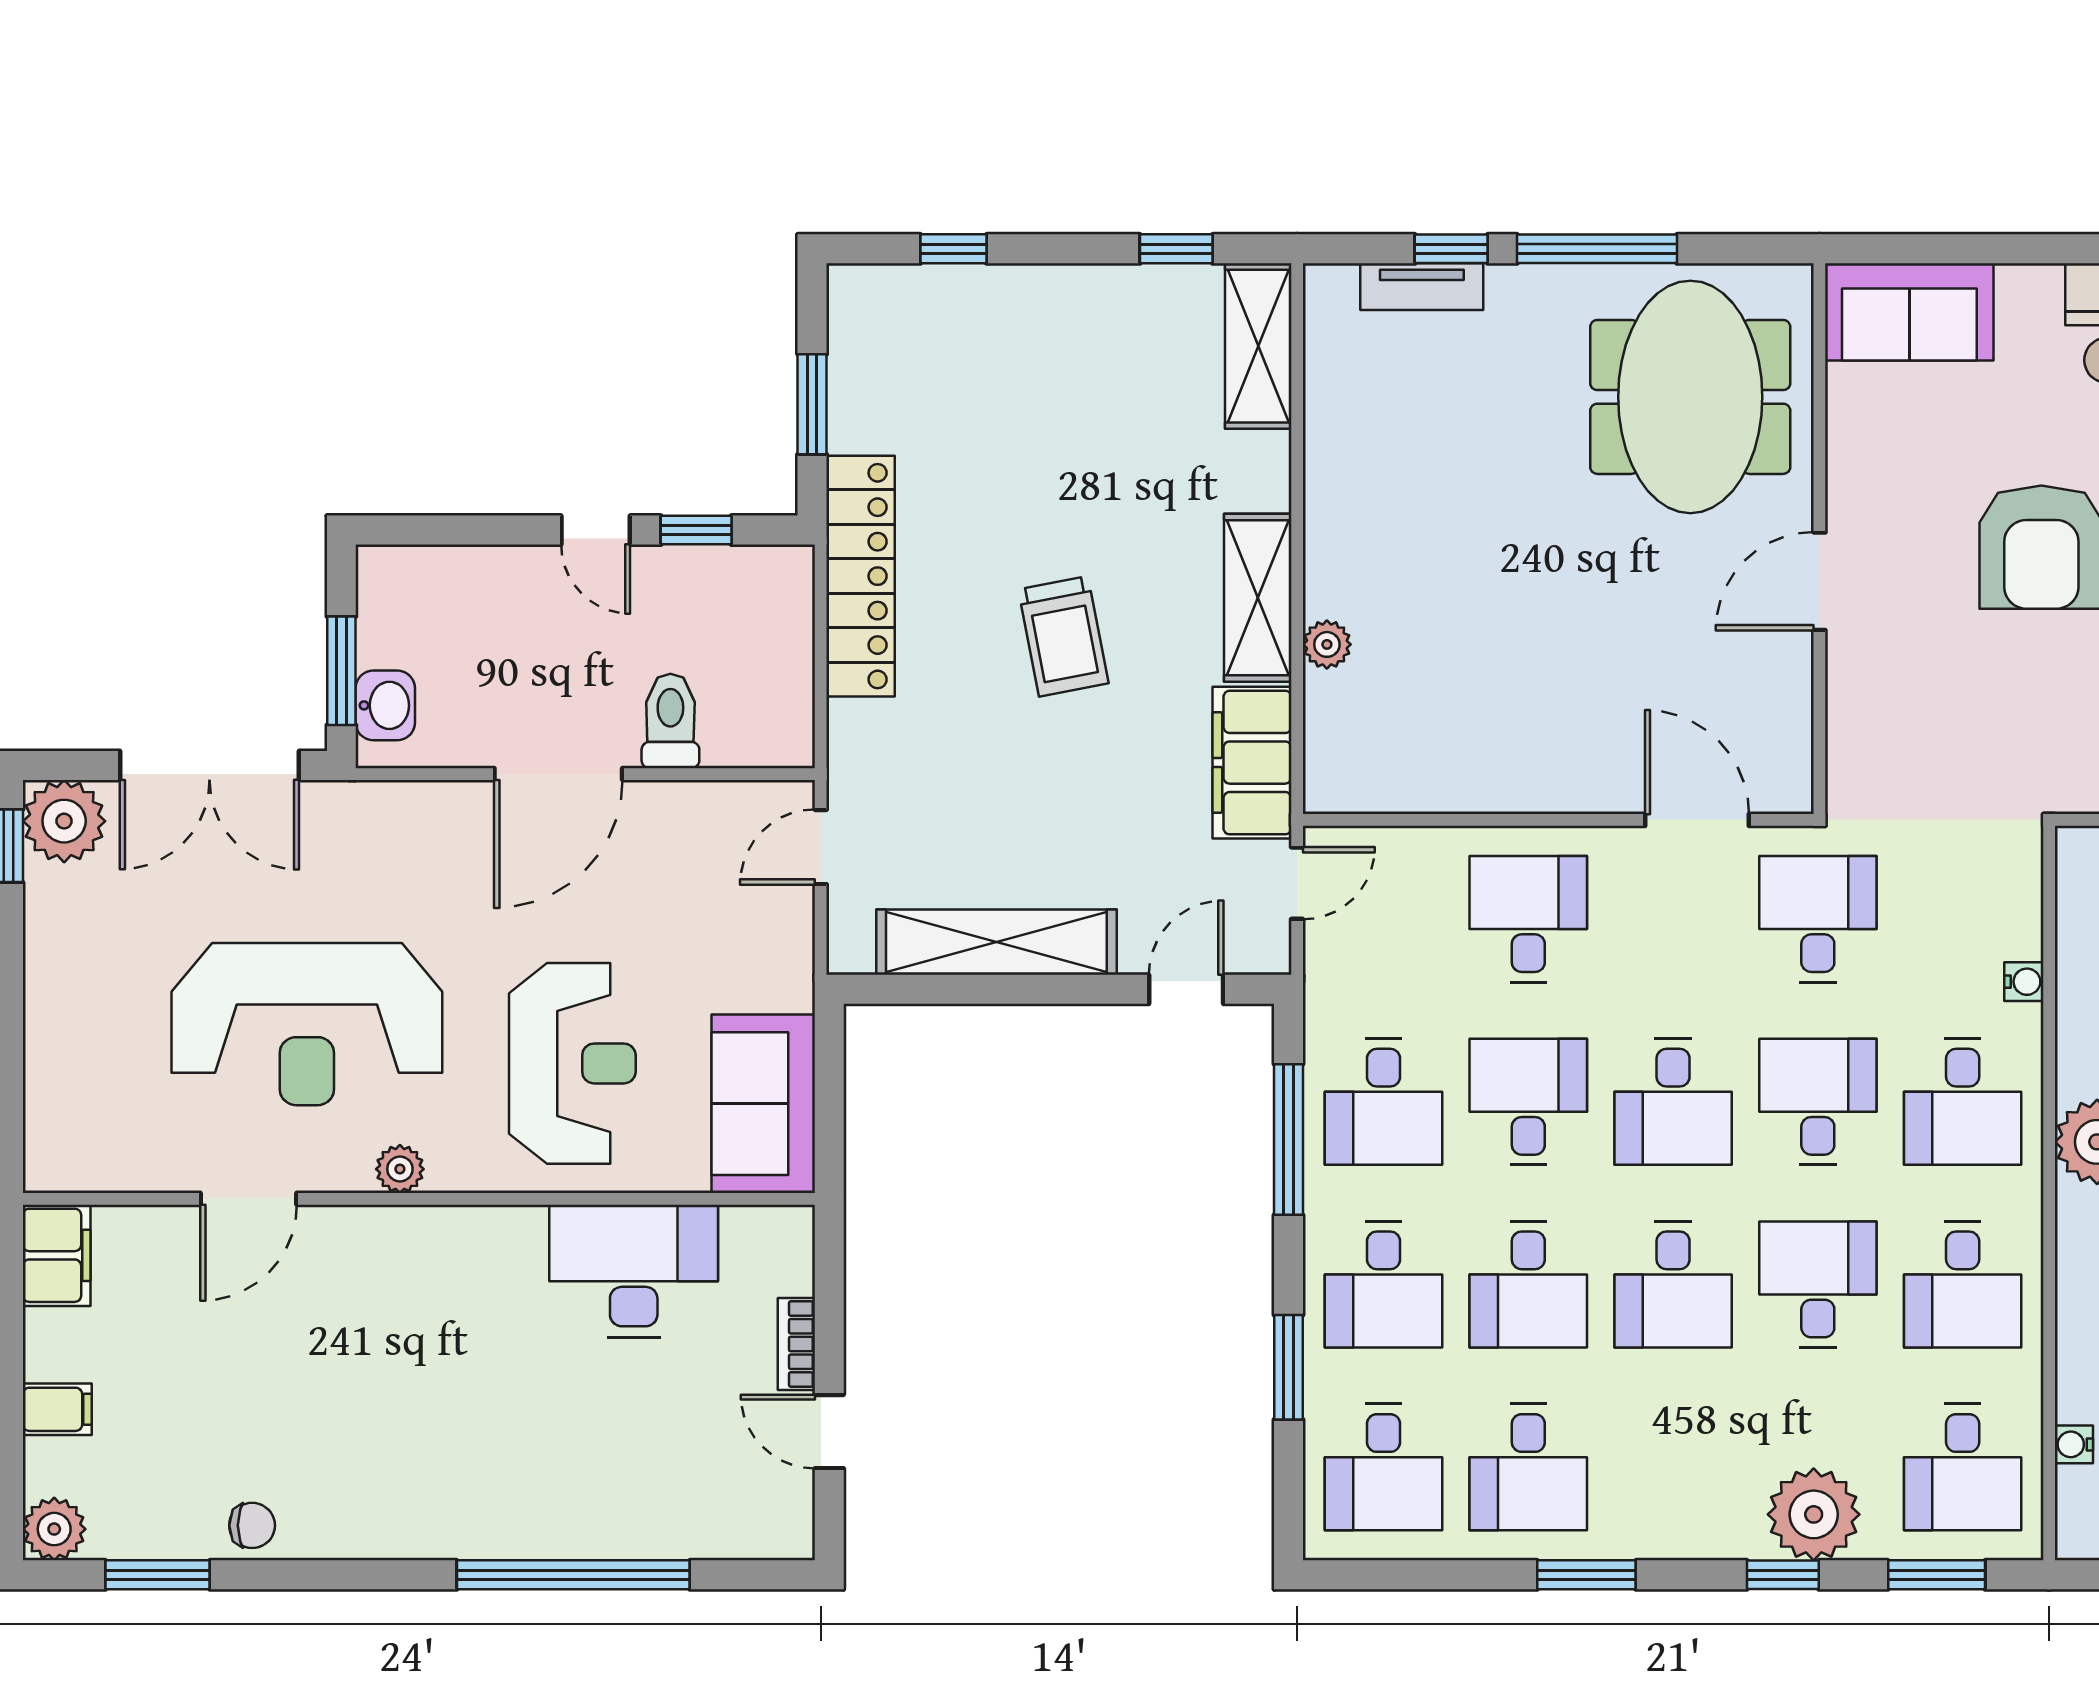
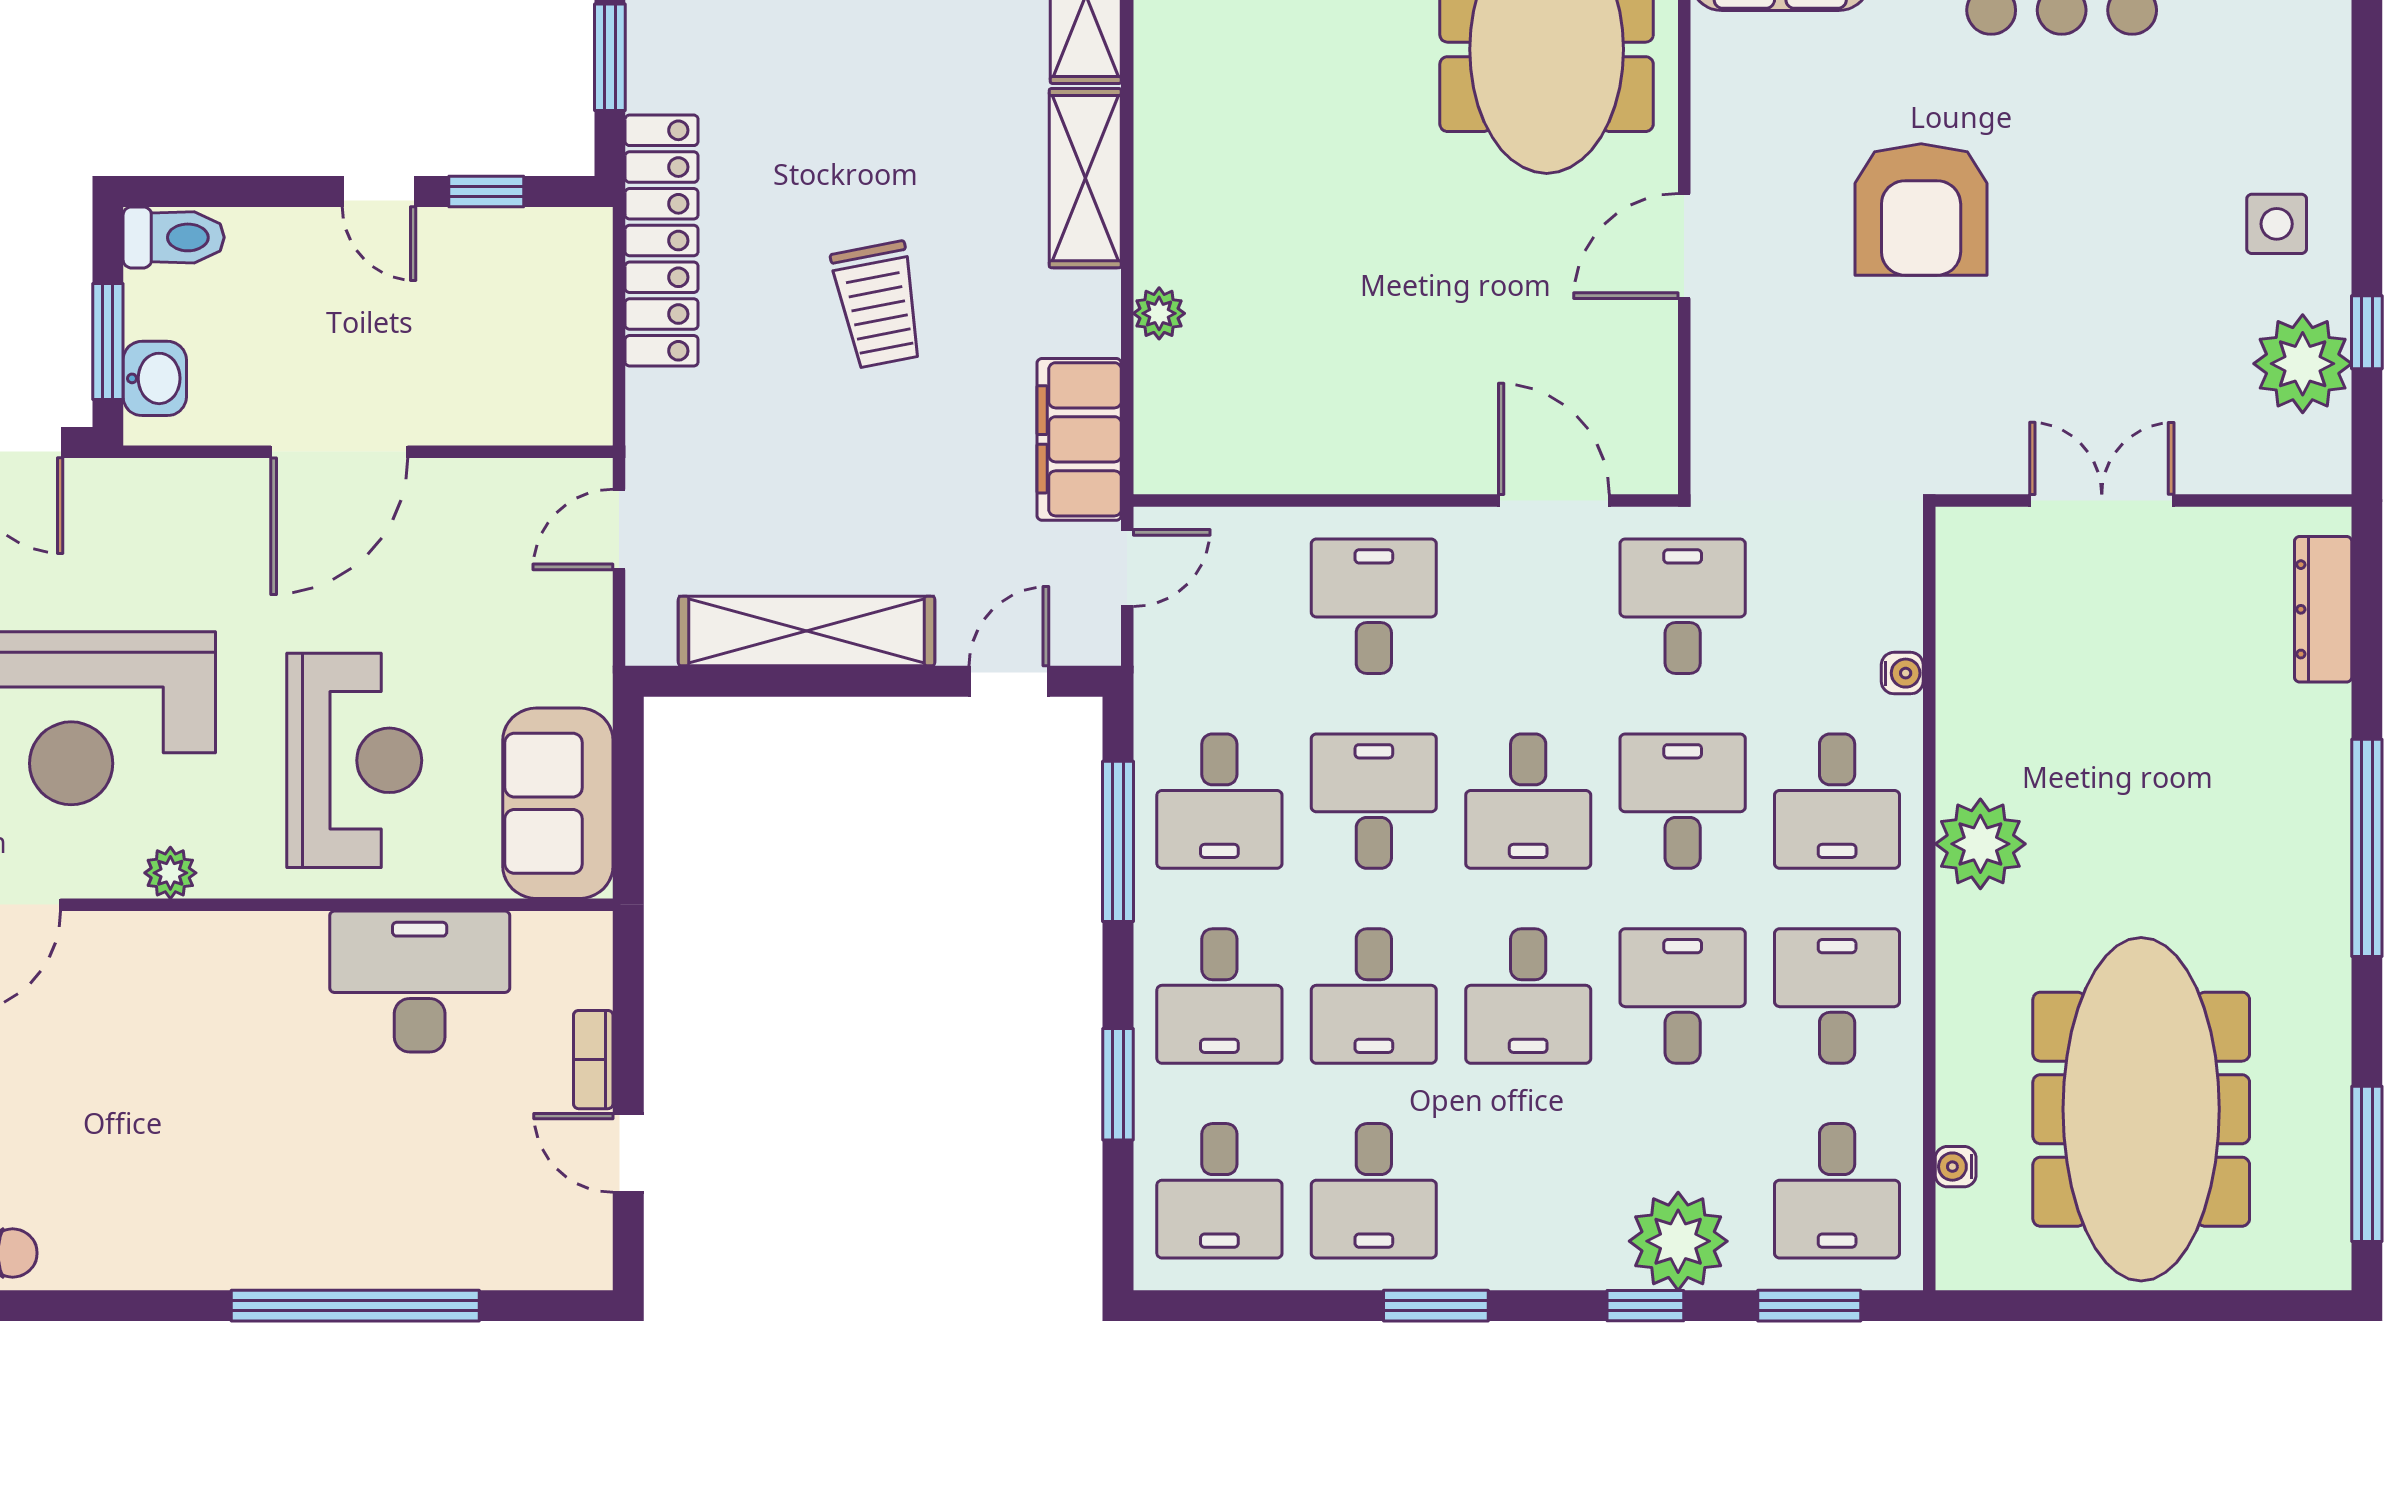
shelving: (1258, 598) -> (1085, 178), moved
toilet: (670, 721) -> (174, 237), moved, turned 90
desk: (1963, 1284) -> (1837, 996), turned 180

